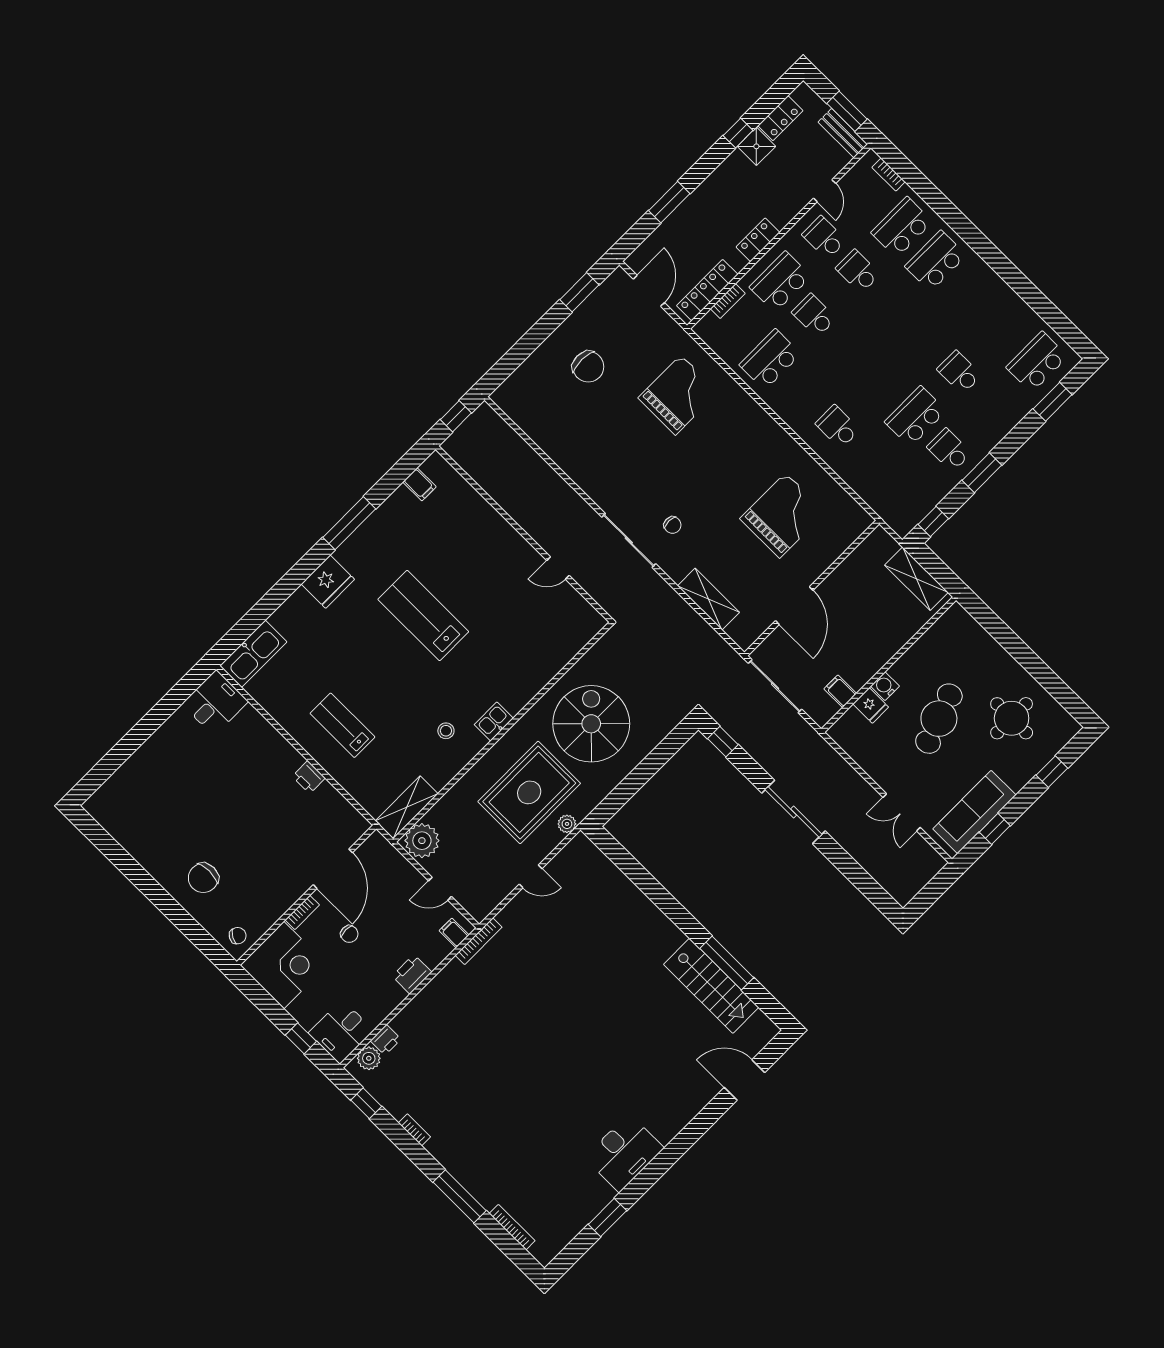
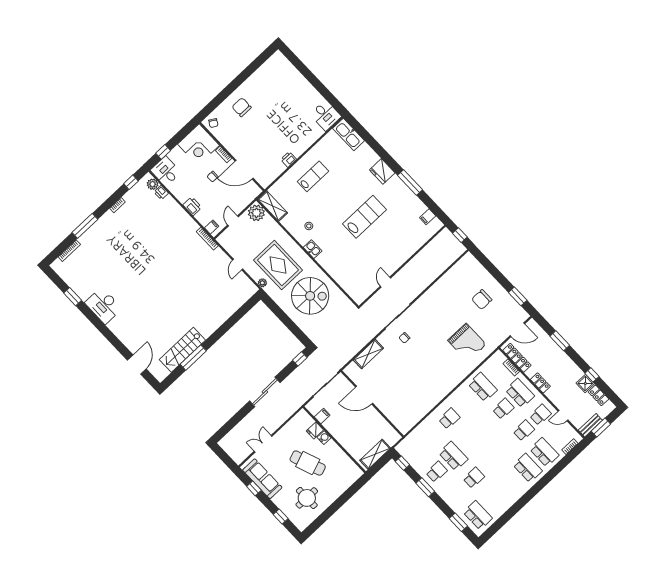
grand piano: (783, 515) -> (408, 391), removed

